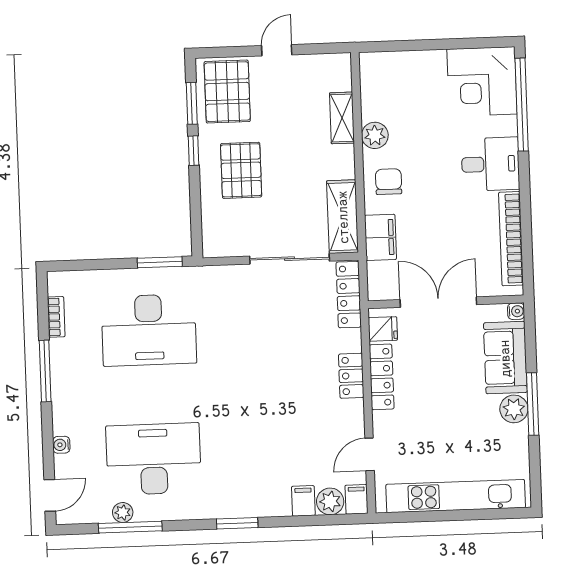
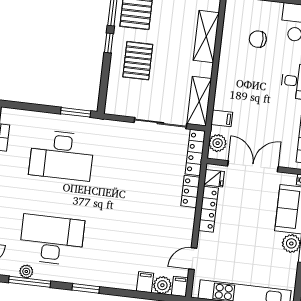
shelving: (342, 118) -> (206, 36), width x1.50, depth x1.33
plant: (375, 135) -> (218, 143), moved
chair: (389, 182) -> (258, 39), moved, turned -90
filing cabinet: (380, 237) -> (222, 118), width x0.50
locker: (351, 376) -> (190, 191), moved
window: (237, 523) -> (86, 288), moved

